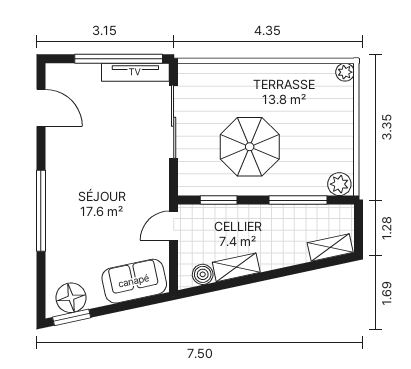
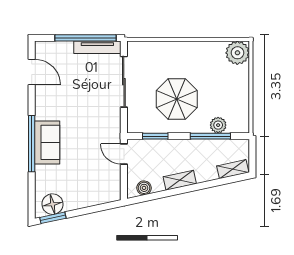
plant: (345, 72) -> (237, 53), width x1.88, depth x1.88
plant: (339, 184) -> (218, 125), moved
door: (174, 226) -> (124, 154), hinge flipped
shelving: (236, 267) -> (180, 180), moved
sofa: (134, 281) -> (47, 142), moved, turned 102

